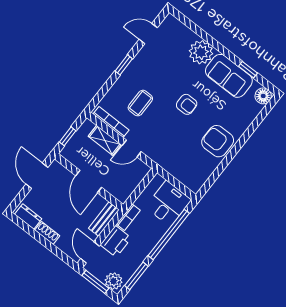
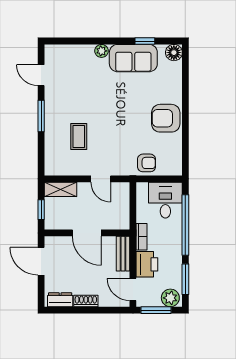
door: (148, 34) -> (41, 75), hinge flipped
plant: (201, 52) -> (102, 51), width x0.53, depth x0.53
window: (124, 65) -> (41, 116), width x1.50
armchair: (187, 104) -> (147, 163), moved
bookcase: (111, 122) -> (67, 171), removed
shelving: (105, 140) -> (60, 189), moved
door: (132, 149) -> (101, 179), hinge flipped

